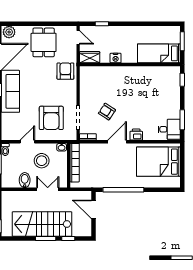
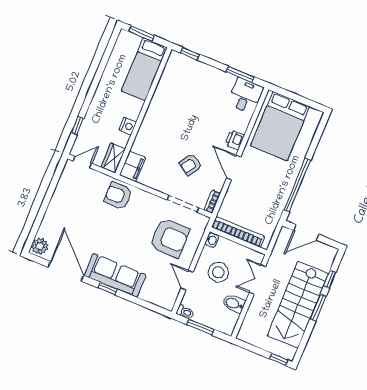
dining table: (44, 42) -> (71, 208), removed
filing cabinet: (89, 73) -> (133, 166), added

